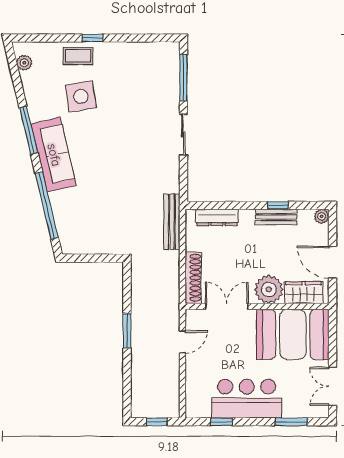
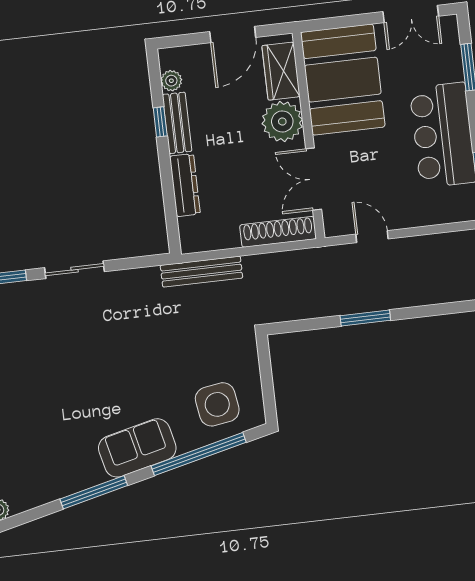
side table: (81, 96) -> (217, 404), moved
sofa: (54, 155) -> (137, 448), width x0.73
plant: (322, 216) -> (171, 81), moved
dresser: (217, 217) -> (185, 185), moved

